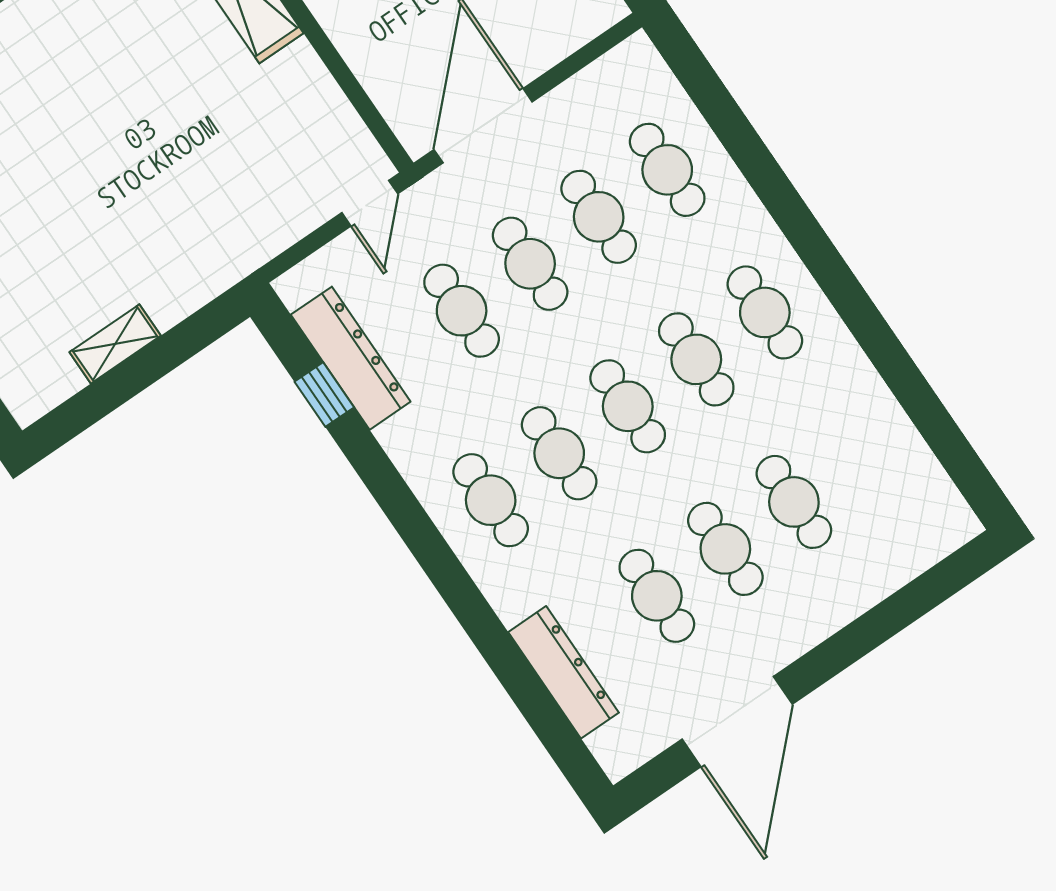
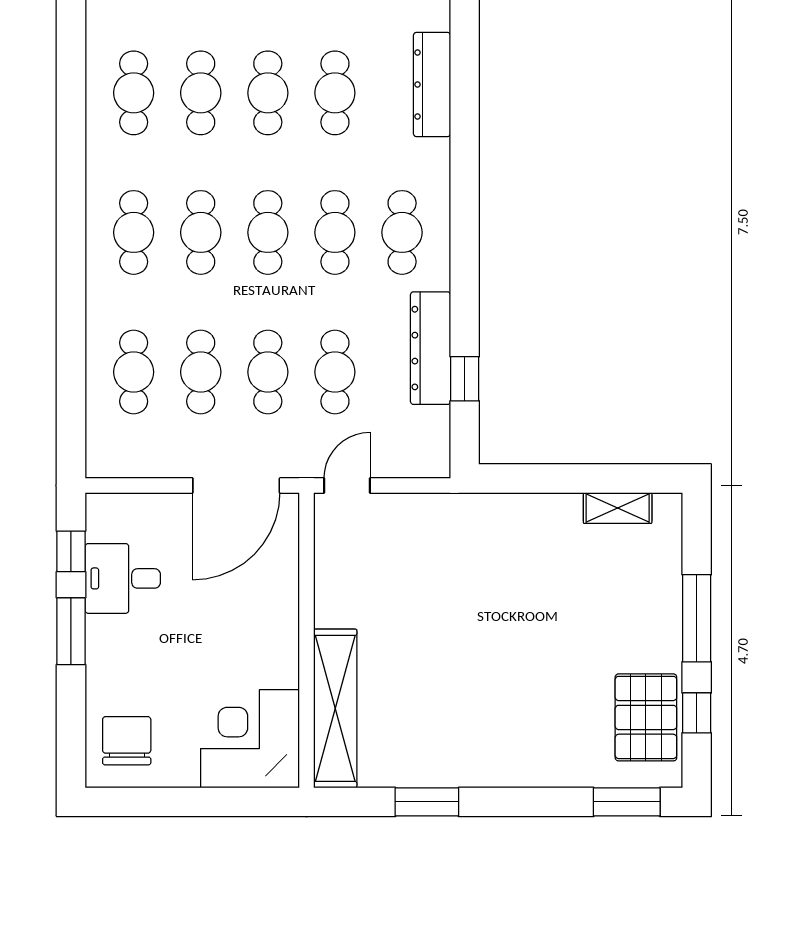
shelving: (115, 344) -> (618, 508), moved
dresser: (351, 358) -> (430, 348), moved
cafe table: (862, 455) -> (134, 93), added

